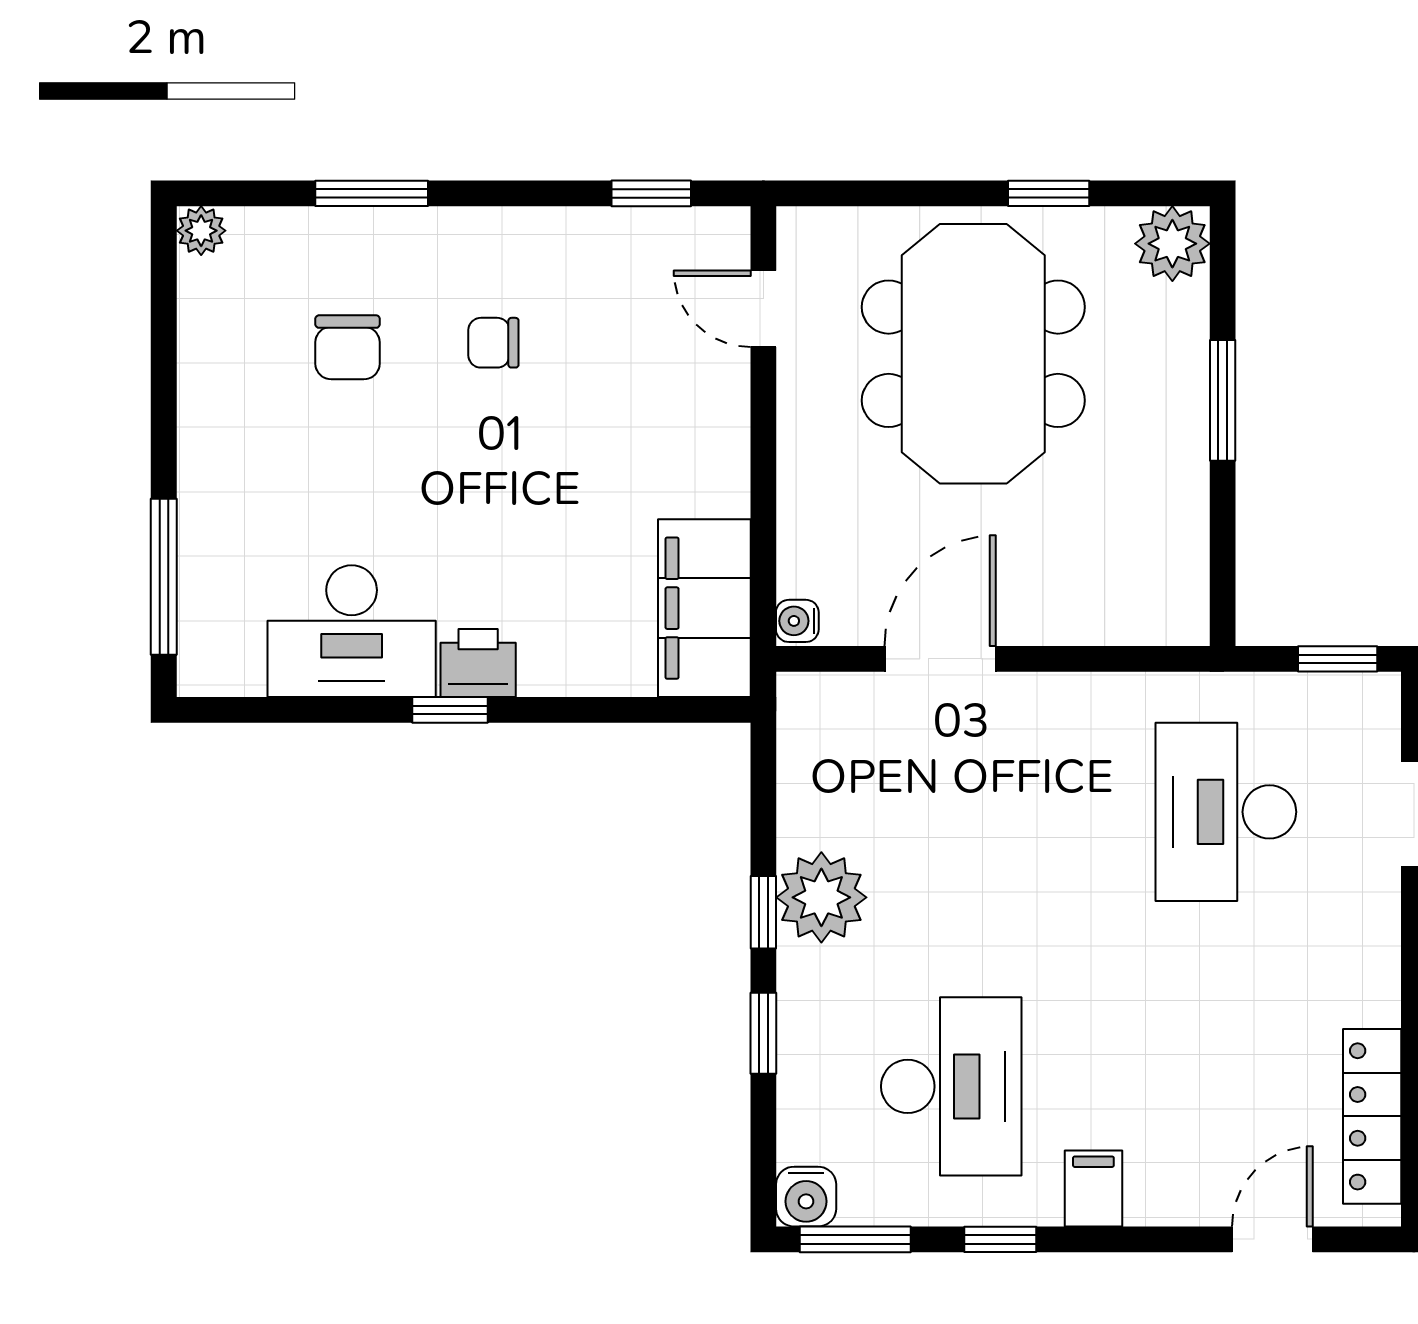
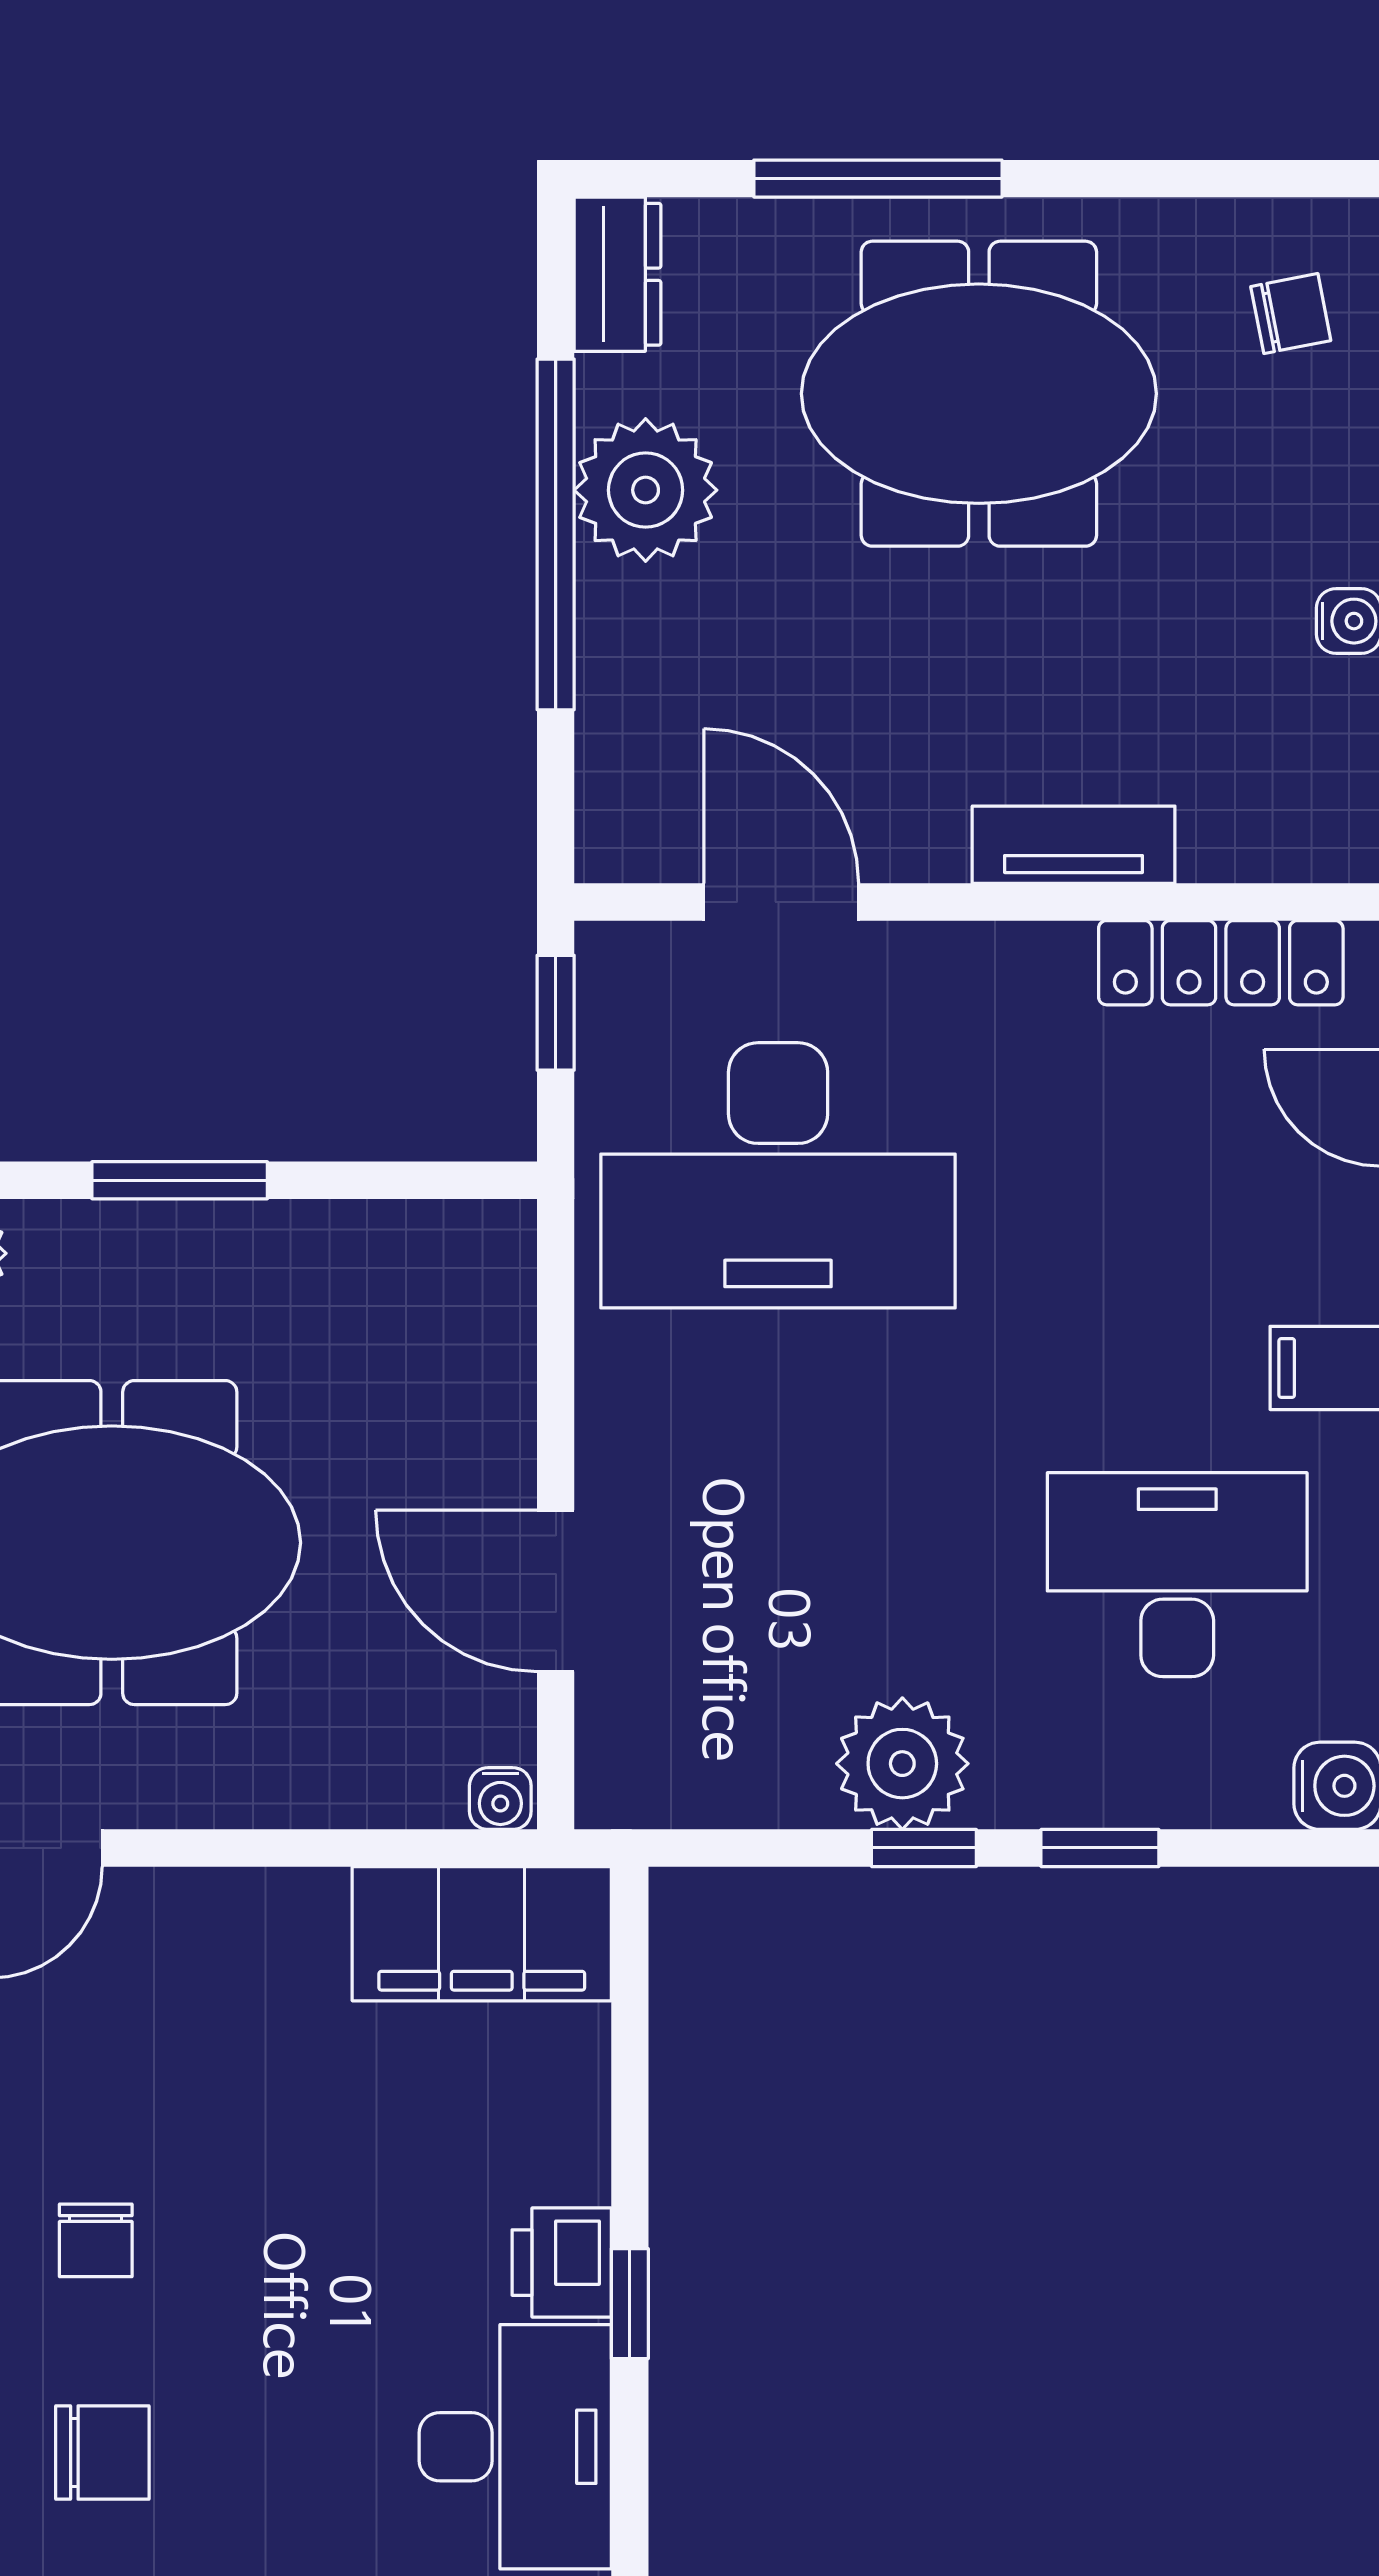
desk: (1226, 812) -> (778, 1175), width x1.36, depth x1.30

